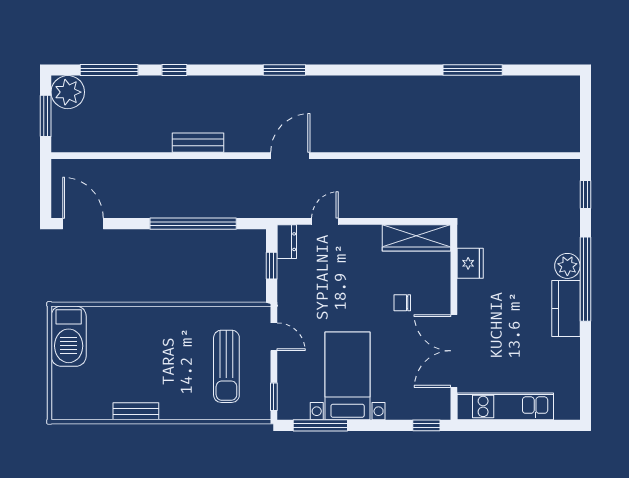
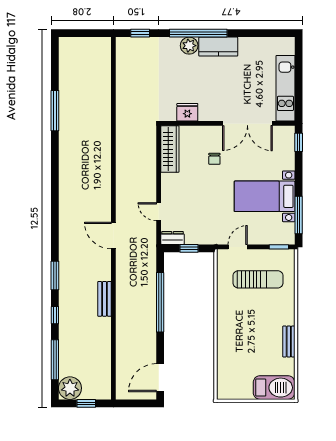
window: (284, 70) -> (55, 275), moved
window: (46, 116) -> (86, 403), width x0.67
barbecue: (69, 336) -> (274, 388), moved

